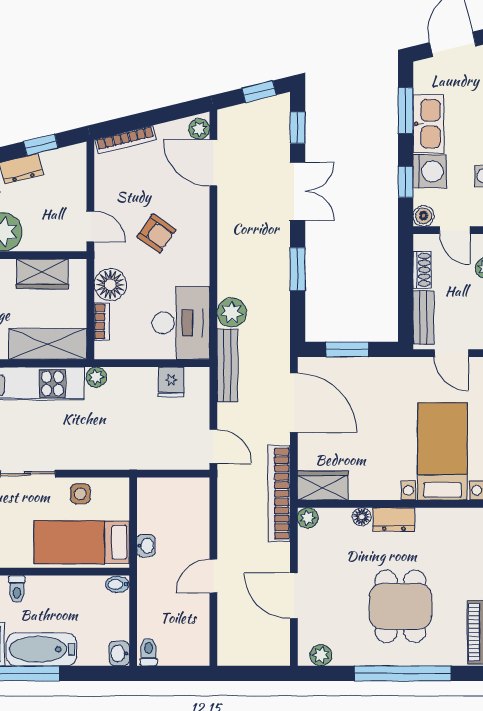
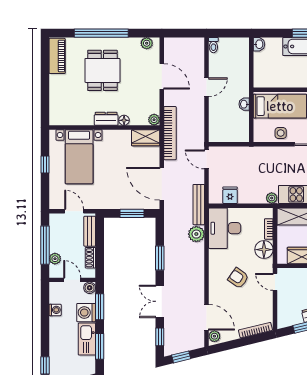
window: (406, 182) -> (100, 307), width x1.50
bidet: (117, 584) -> (260, 83), removed
toilet: (149, 652) -> (213, 45), moved

